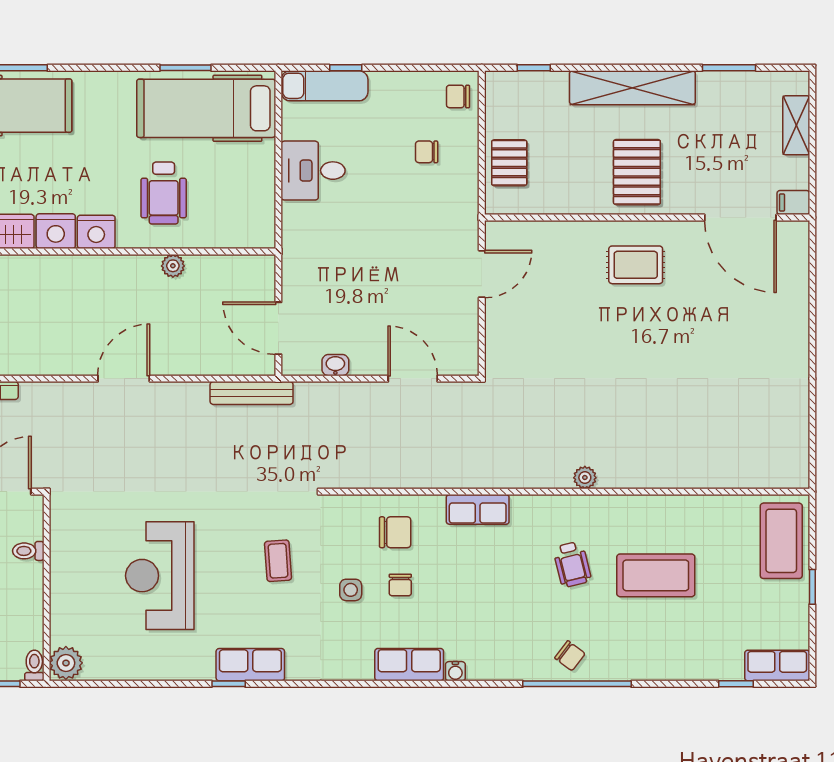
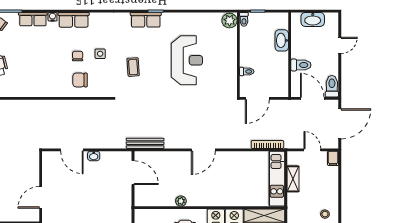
washbasin: (335, 365) -> (94, 156), moved
row of seats: (478, 509) -> (33, 19), moved, turned 180

